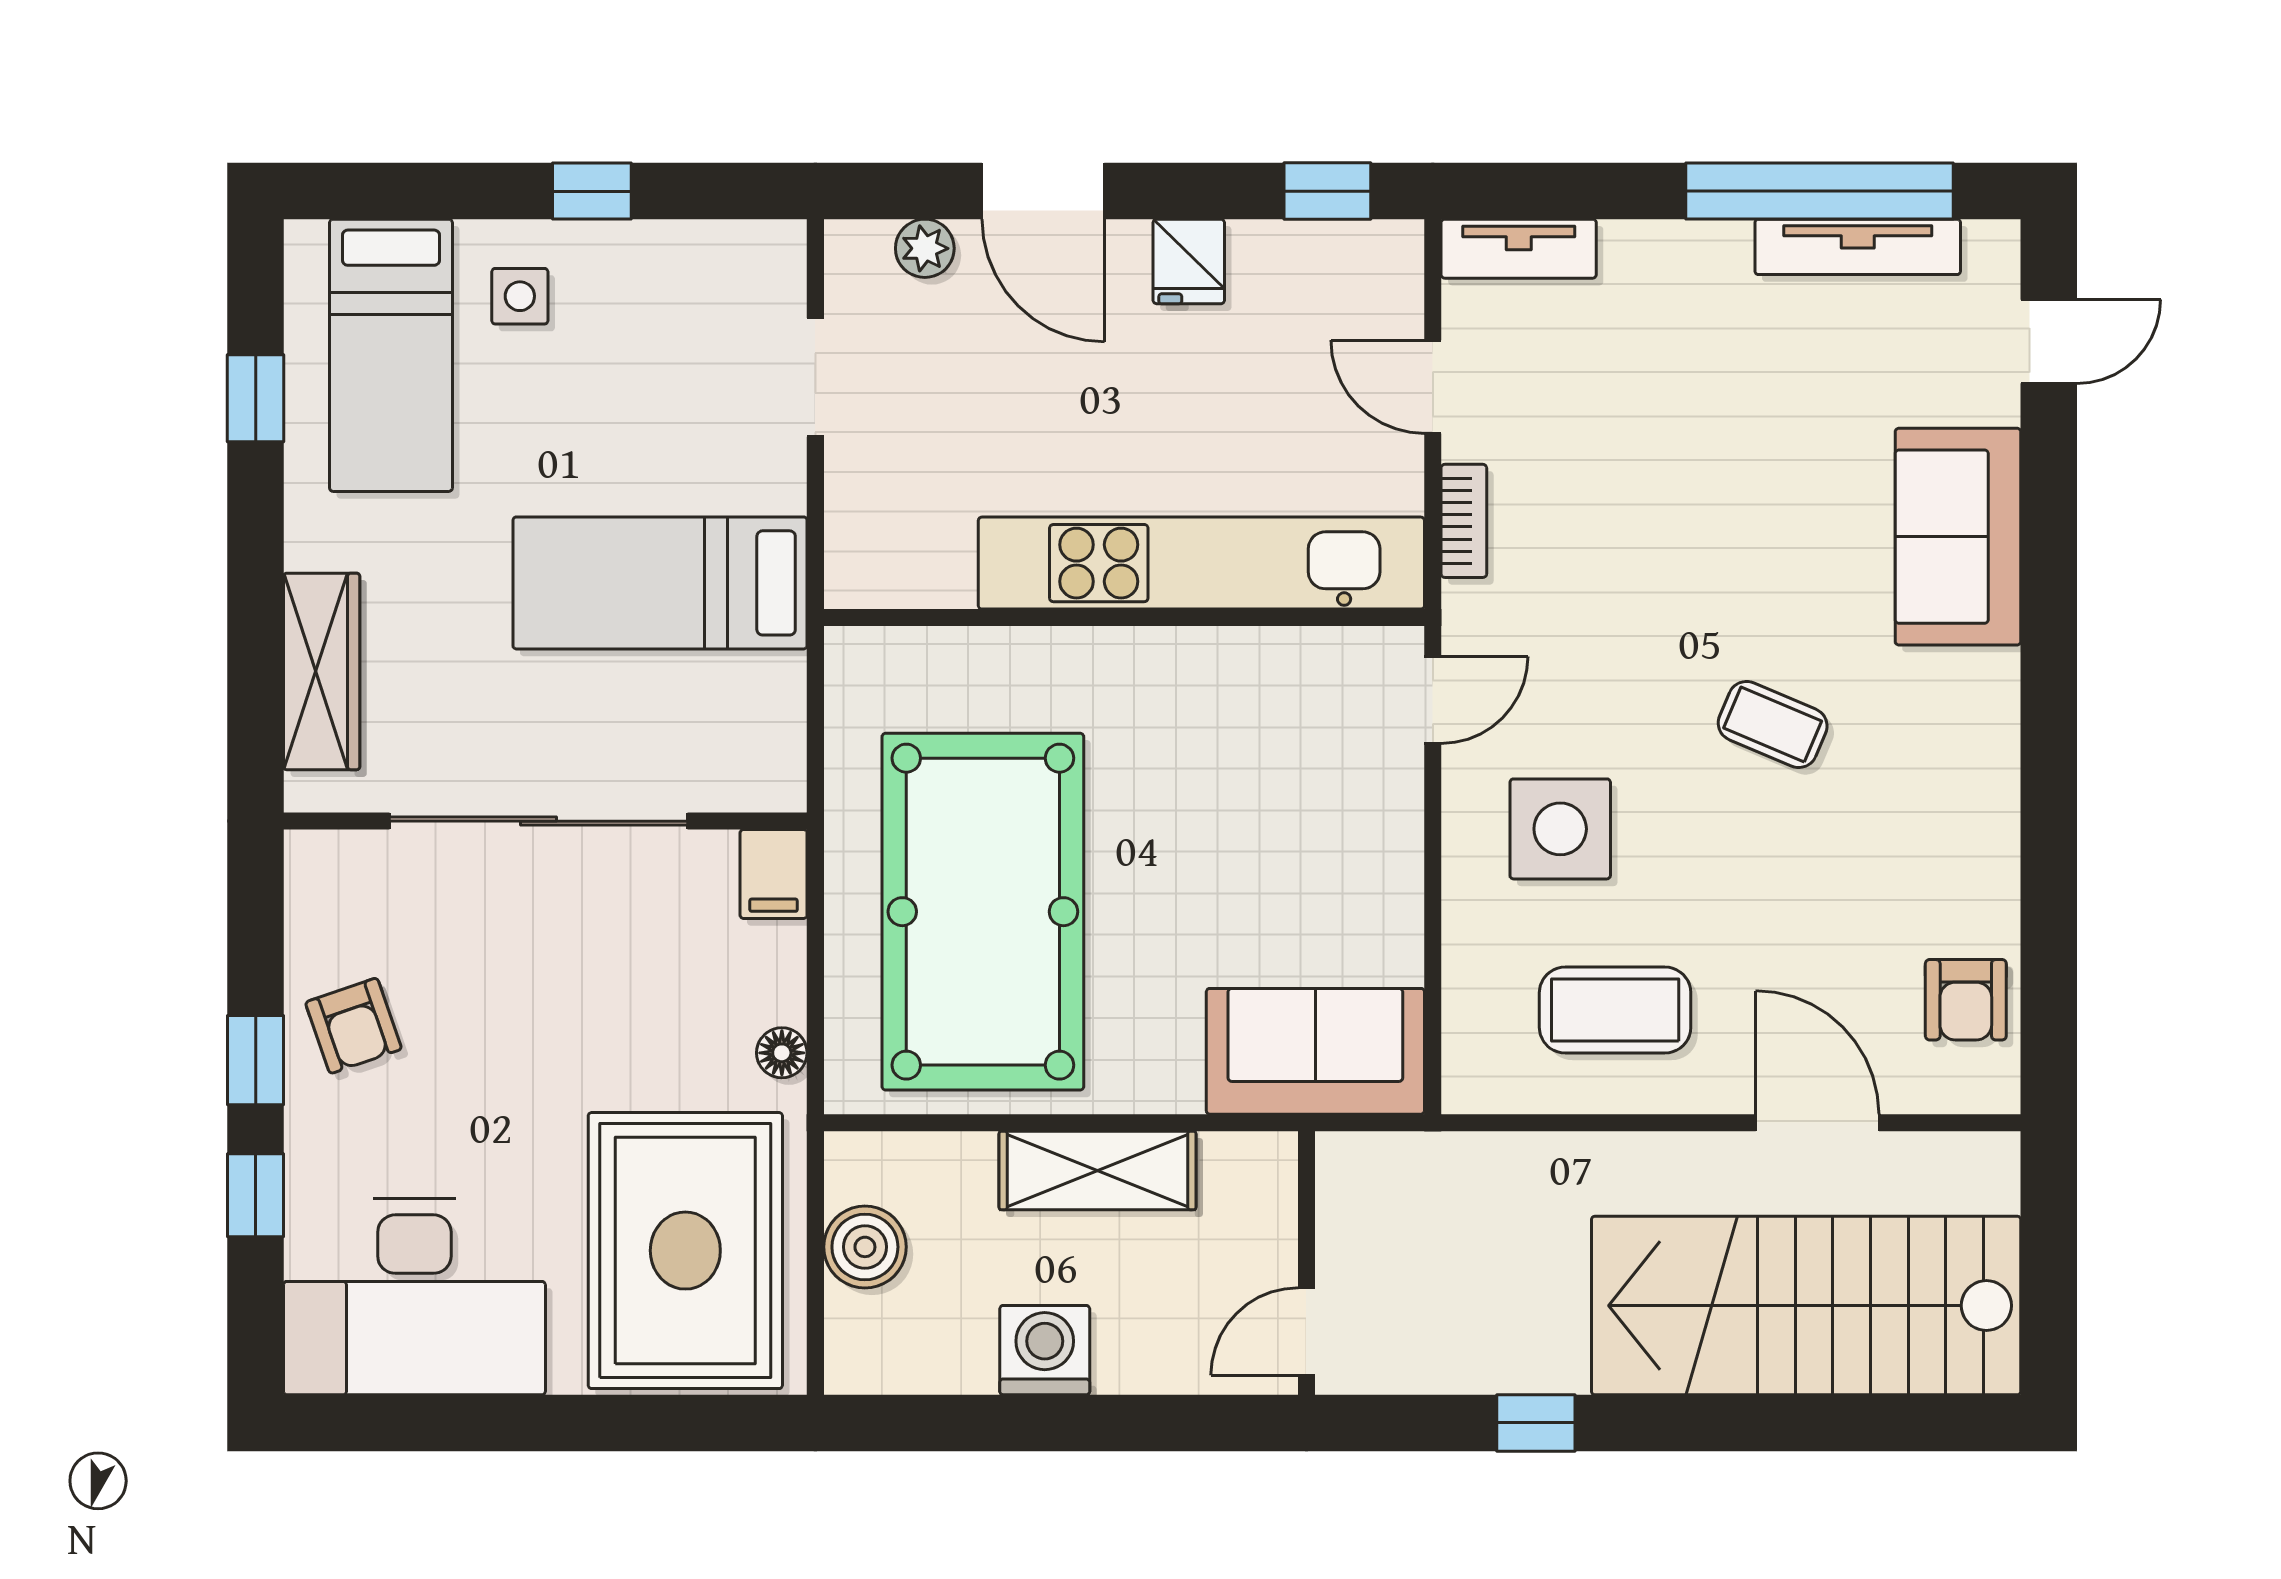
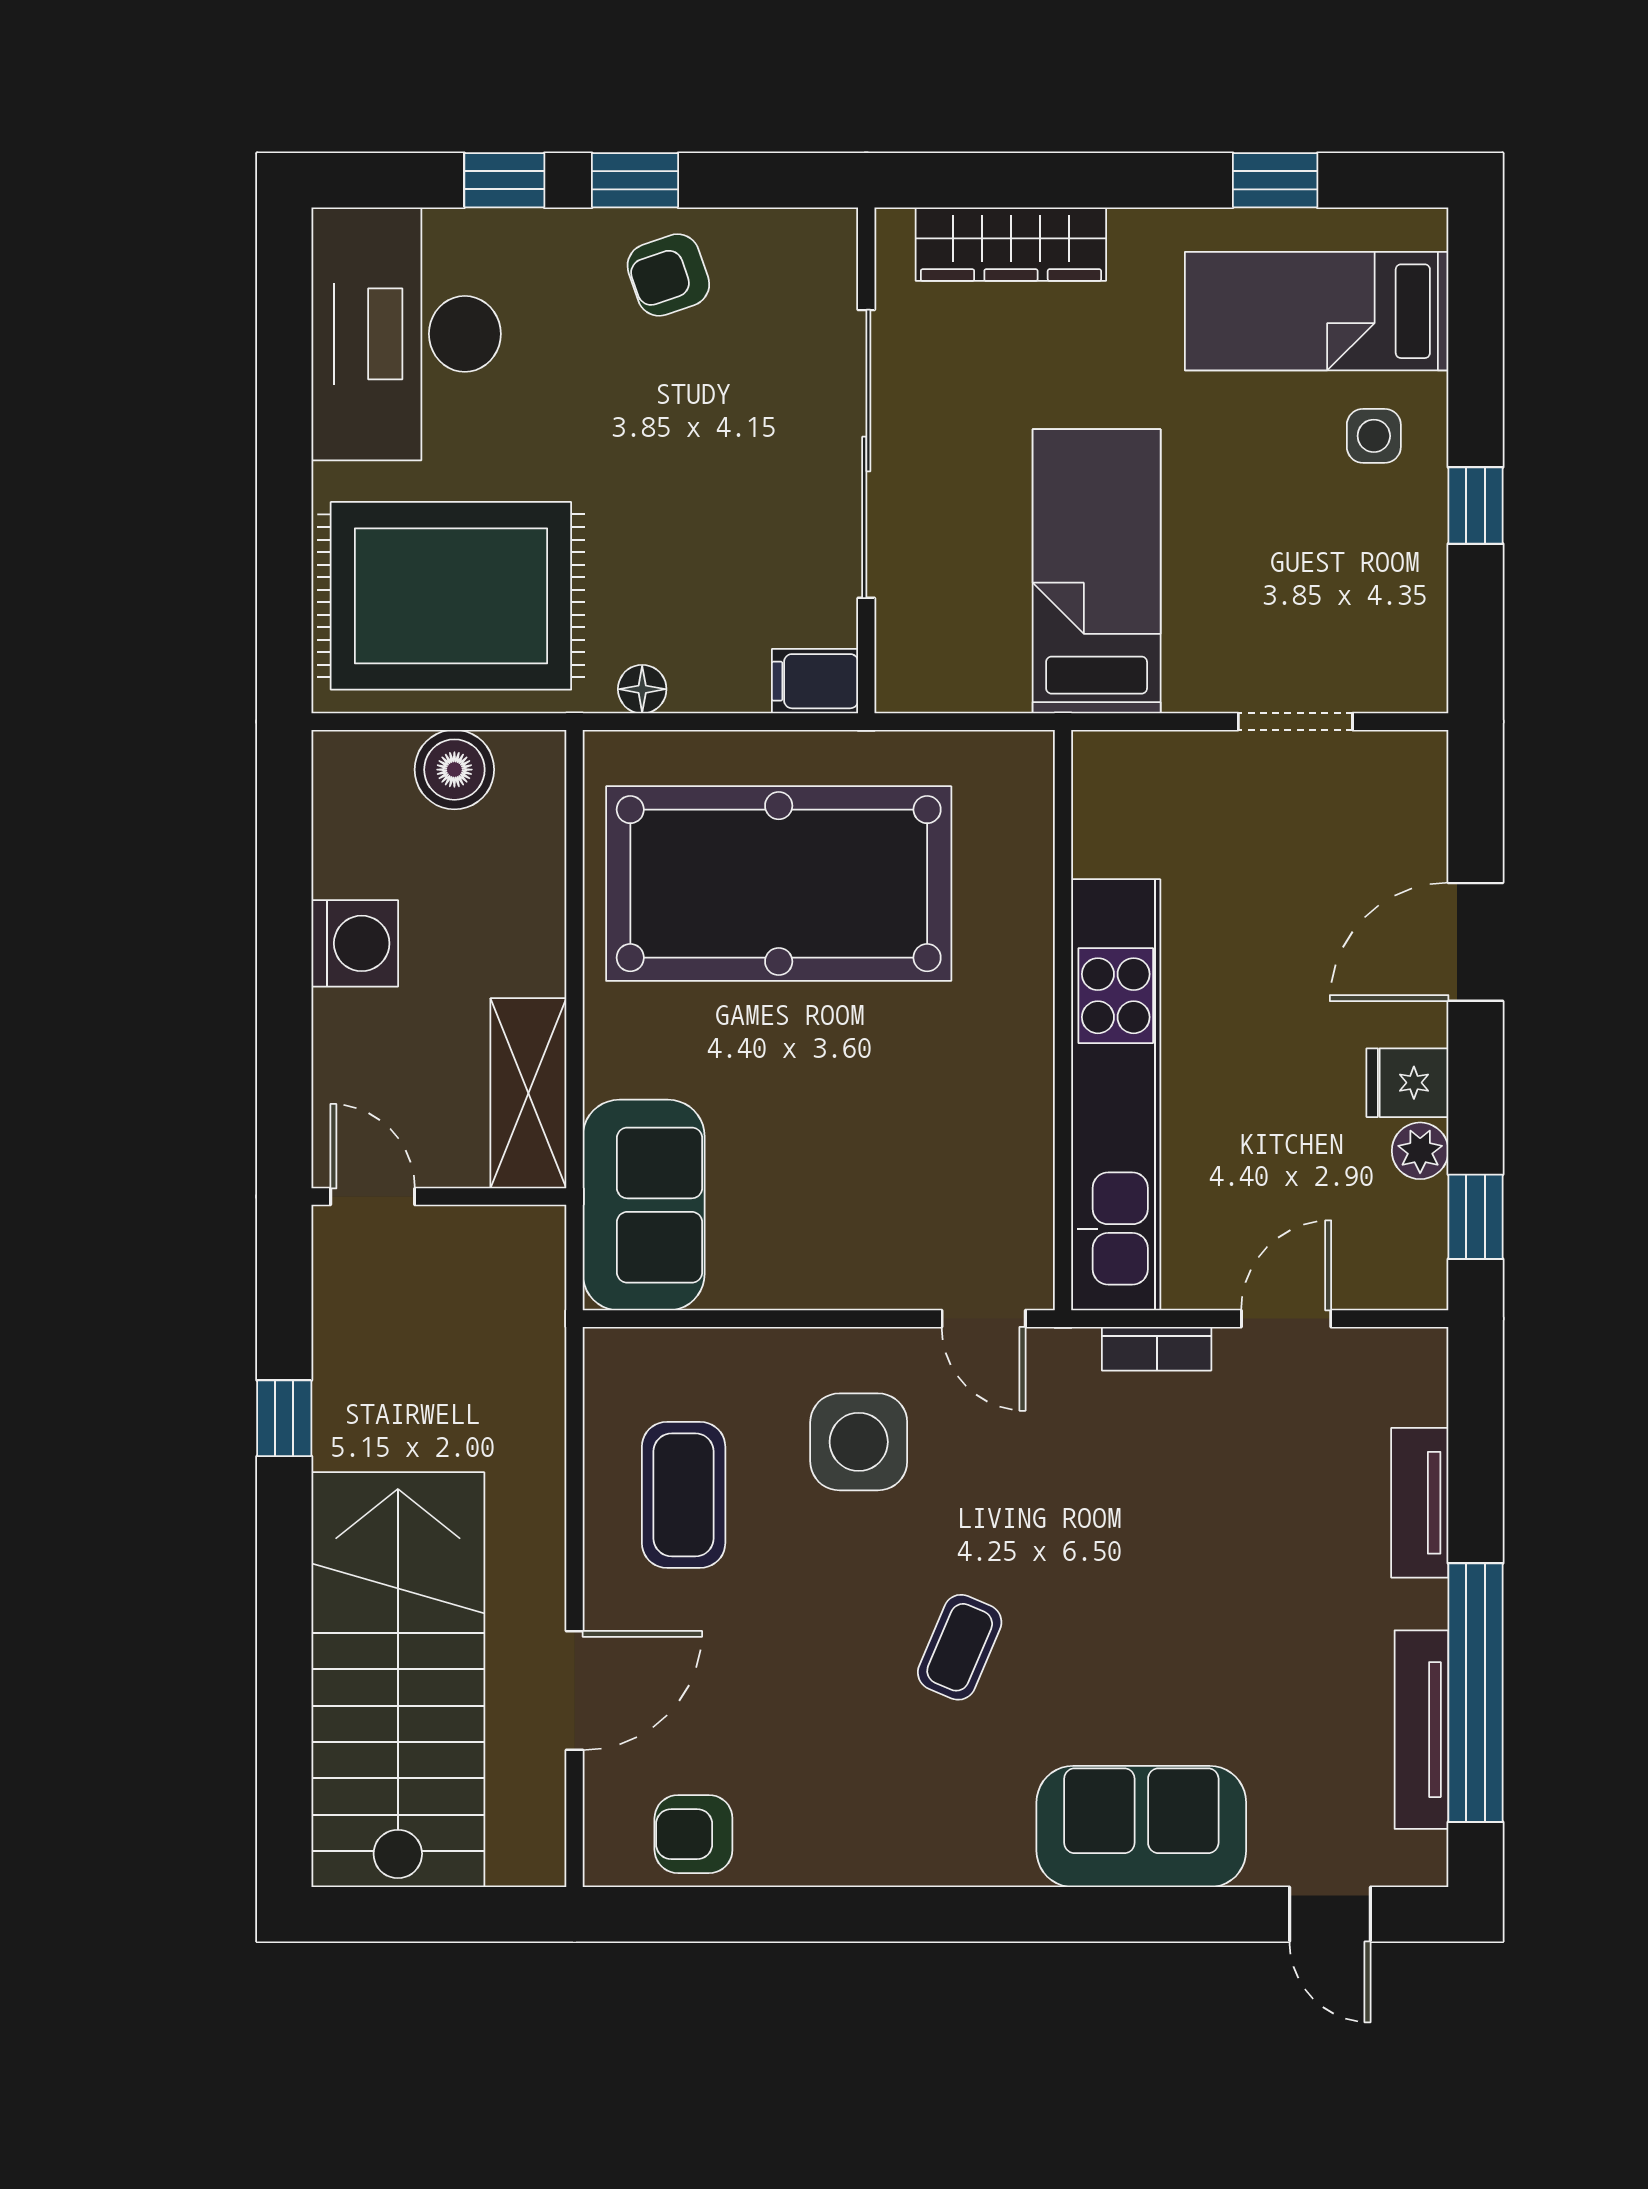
plant: (925, 248) -> (1420, 1151), moved
tv unit: (1519, 249) -> (1420, 1503), moved
shelving: (1098, 1170) -> (528, 1093), moved

